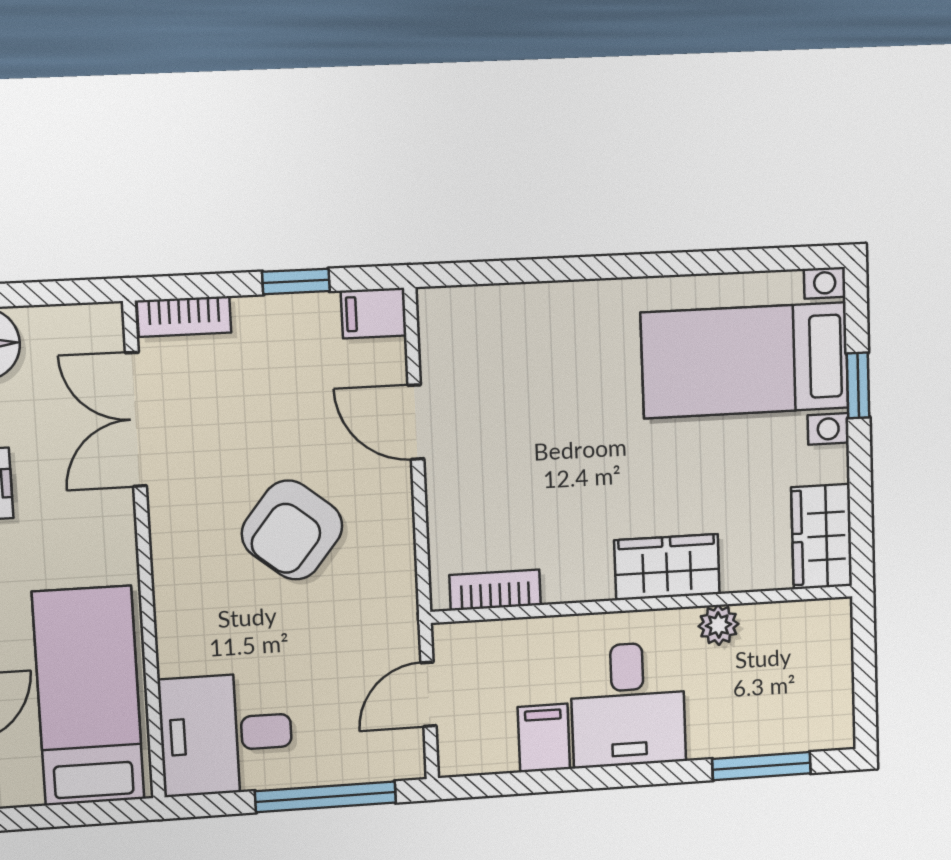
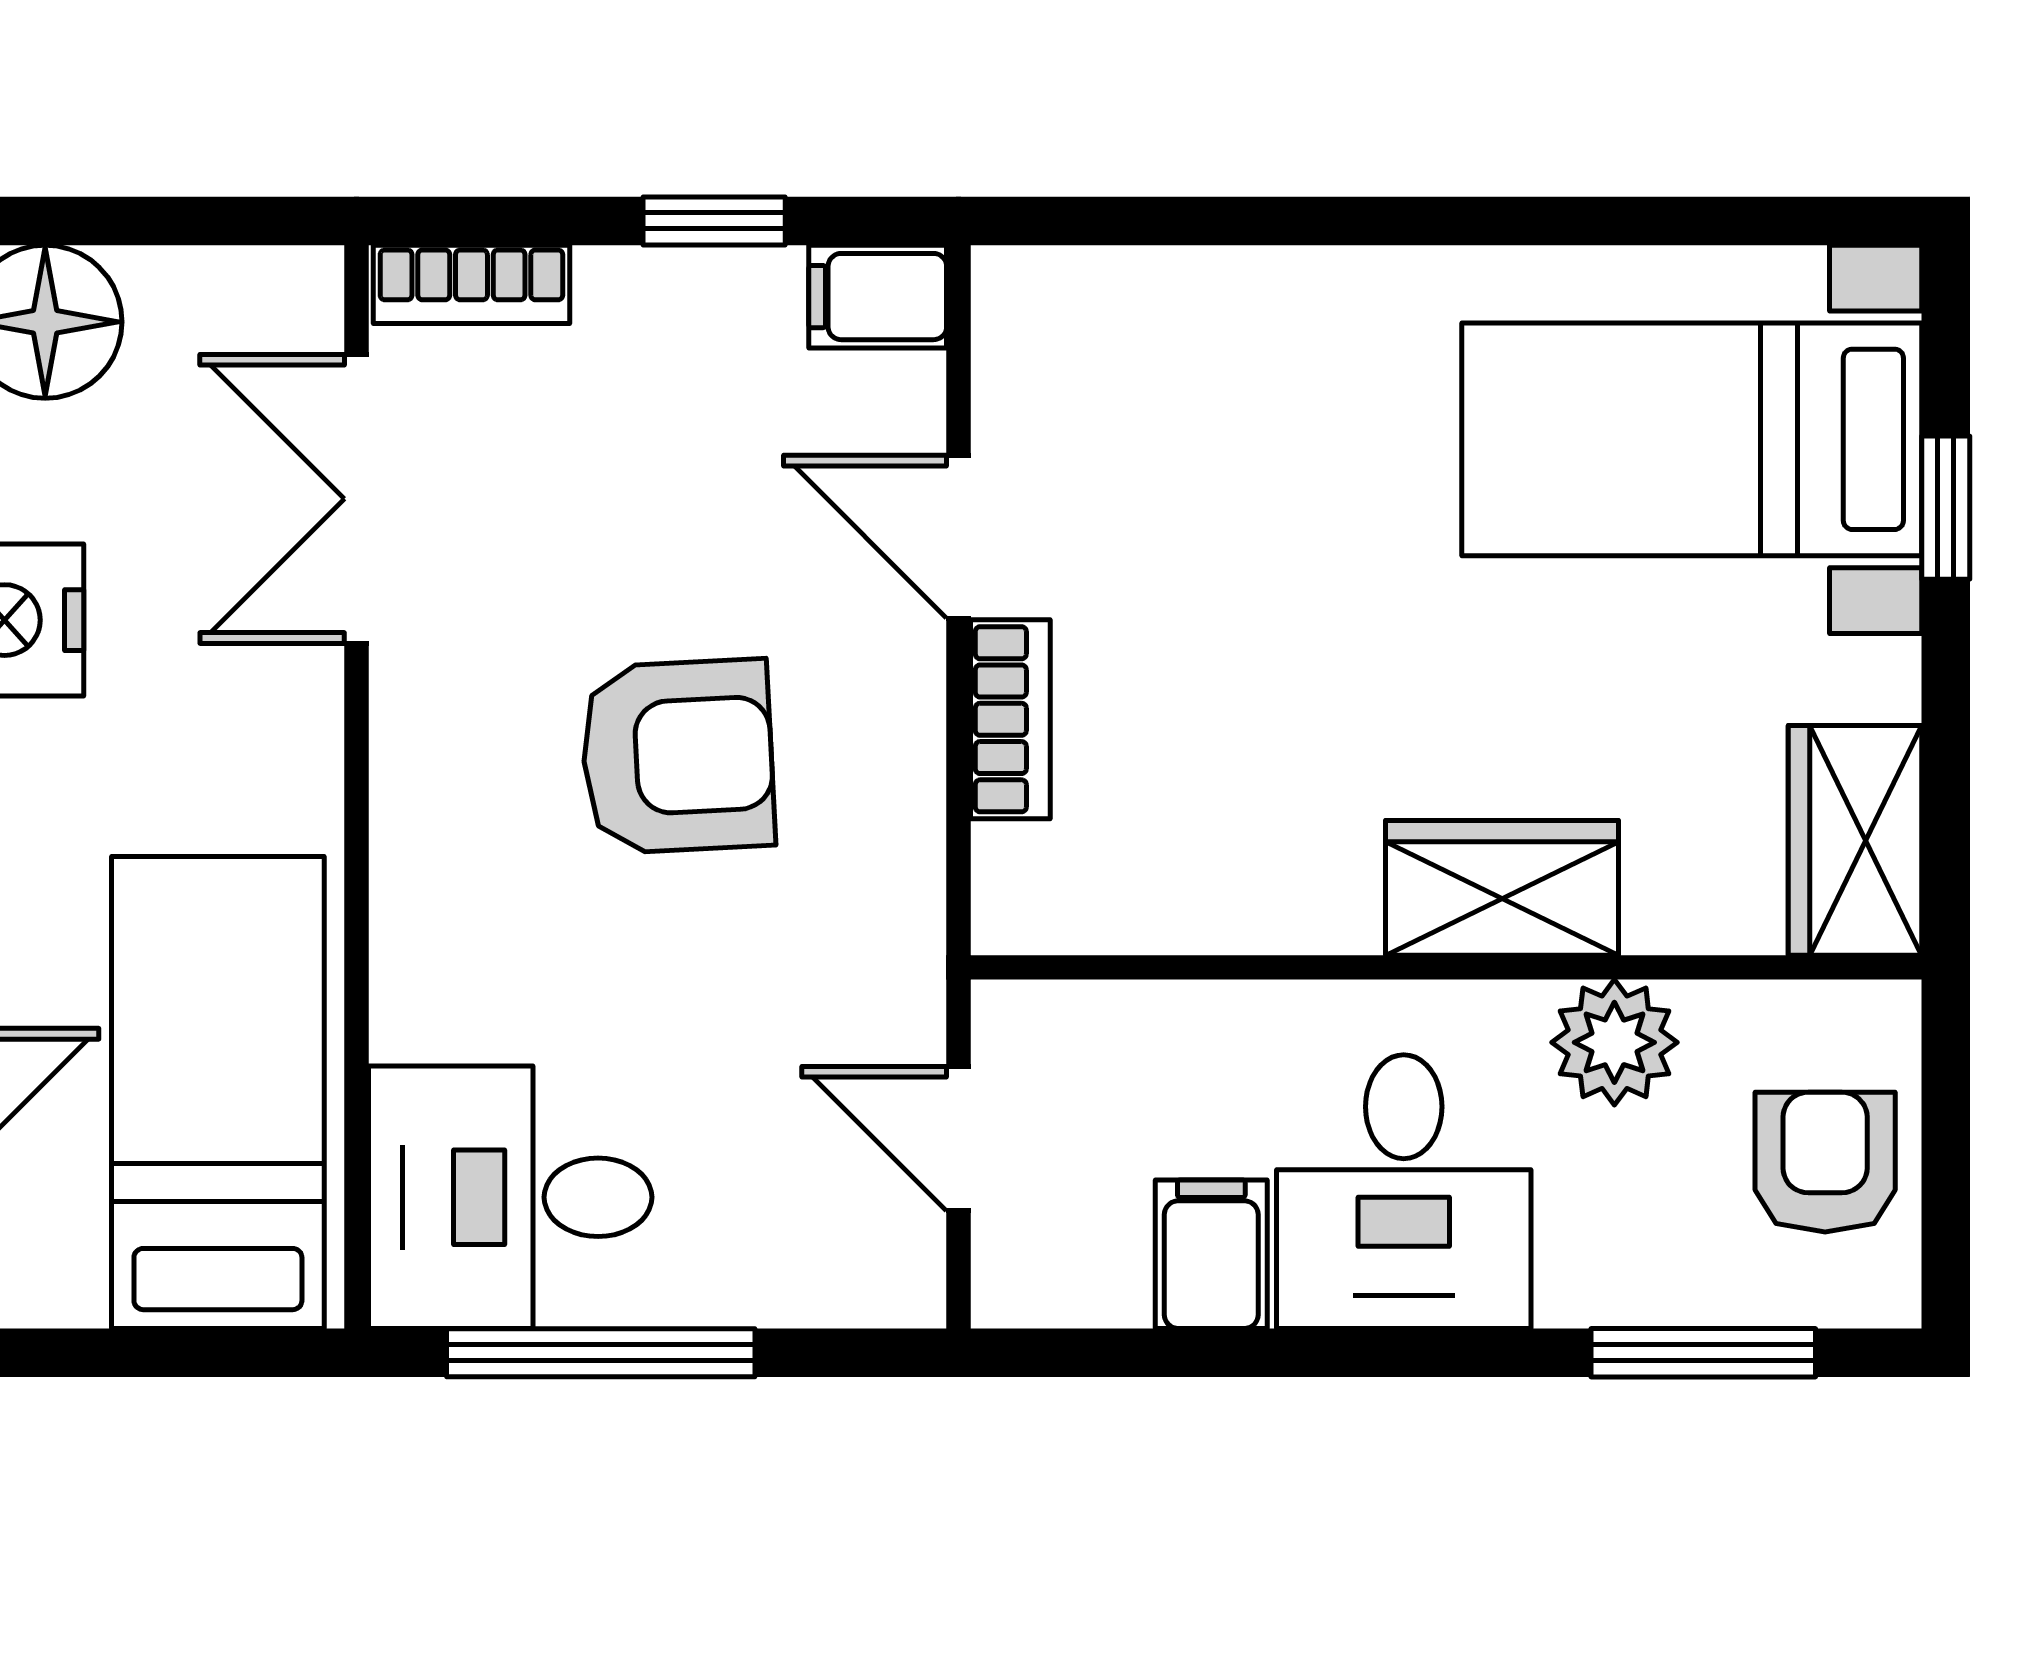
armchair: (292, 530) -> (678, 756), turned -132
bookcase: (495, 590) -> (1010, 719), moved, turned 90
plant: (718, 625) -> (1614, 1042), width x1.38, depth x1.38
armchair: (812, 679) -> (1825, 1162), added
door: (428, 694) -> (958, 1139), hinge flipped
window: (326, 797) -> (601, 1353), moved

